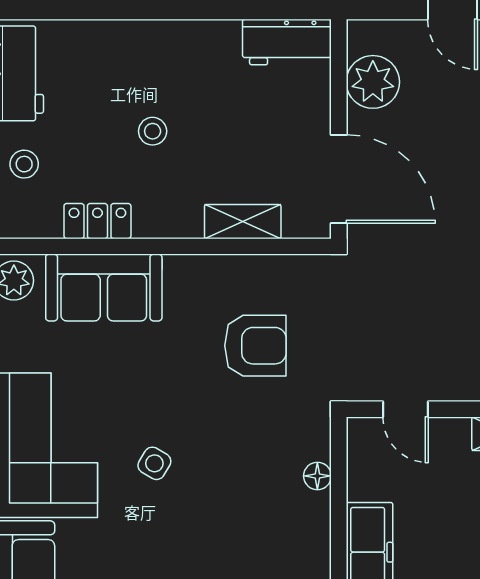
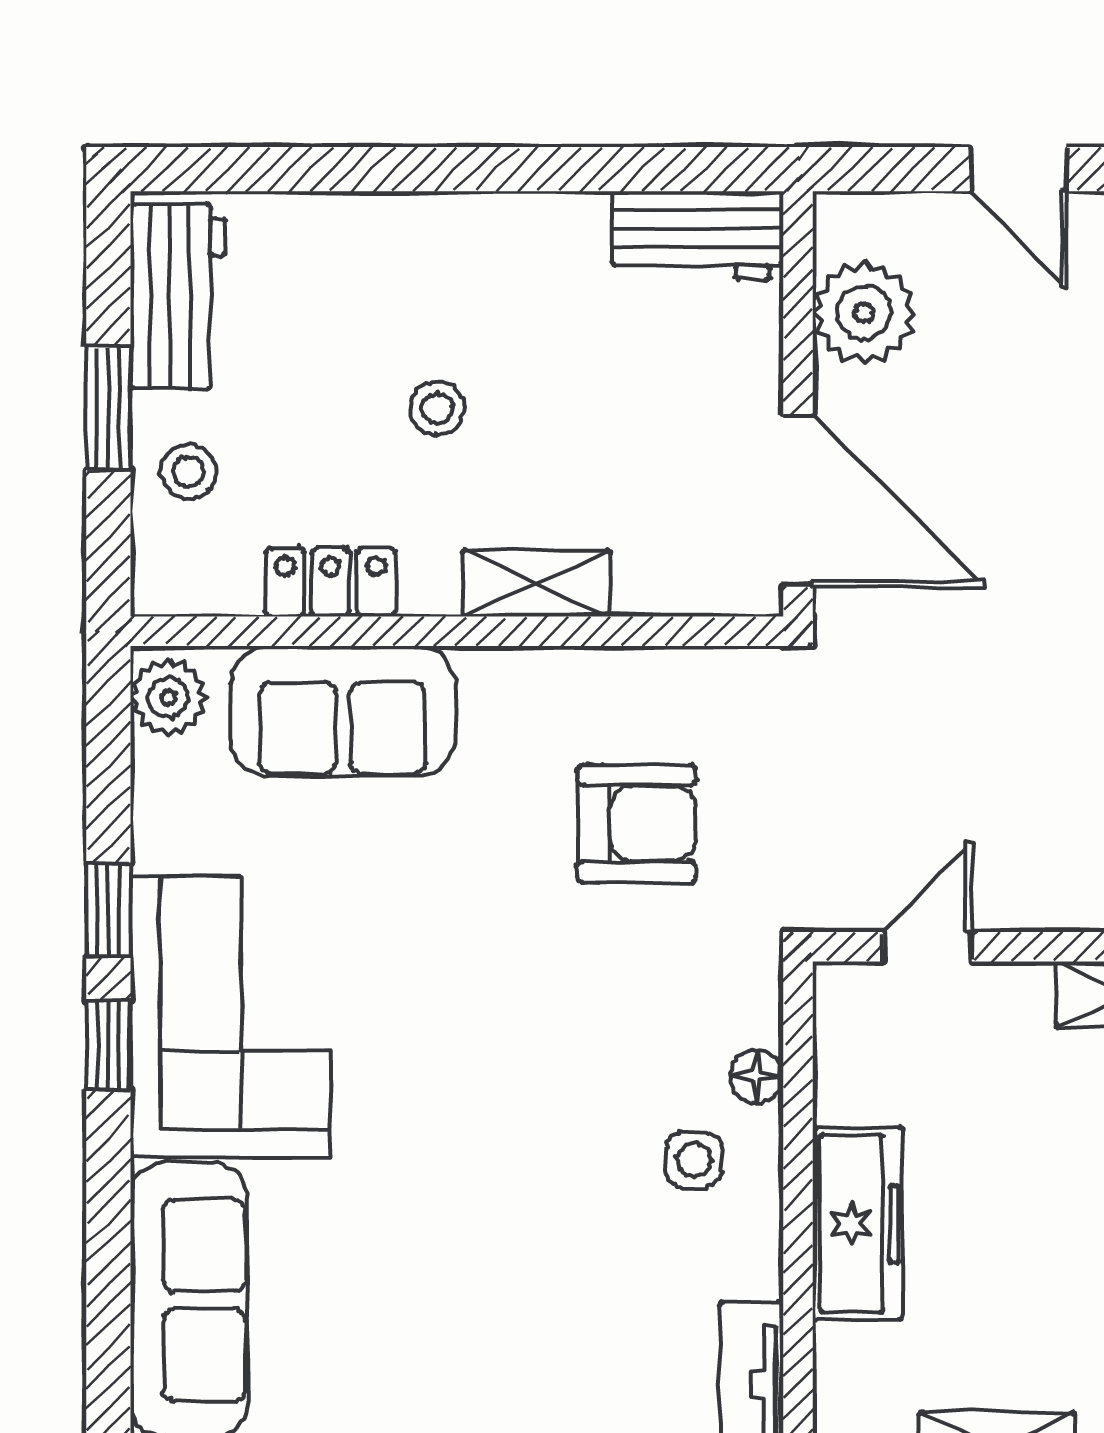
shelving: (243, 222) -> (537, 583), moved
door: (406, 409) -> (928, 947), swing flipped
side table: (154, 463) -> (694, 1160), moved, turned -31

